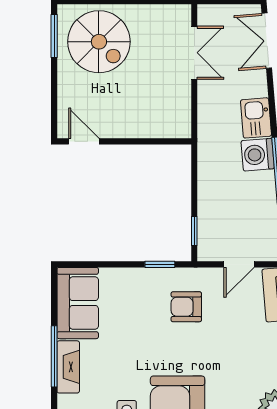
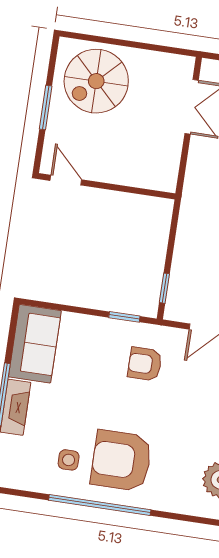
window: (54, 36) -> (46, 108), moved
spiral stairs: (99, 42) -> (96, 81), turned 90

